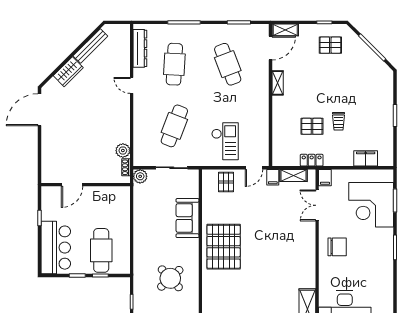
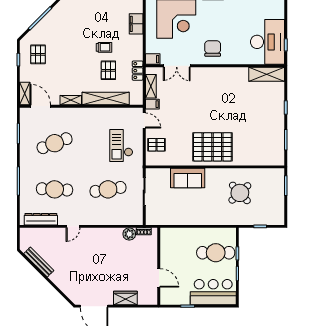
wardrobe: (68, 72) -> (125, 298), moved, turned -45
shelving: (279, 123) -> (106, 98), added
cafe table: (174, 126) -> (108, 189), turned -30
checkout: (225, 141) -> (121, 146), turned -90
plant: (140, 176) -> (152, 219), removed

